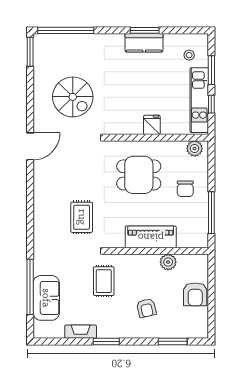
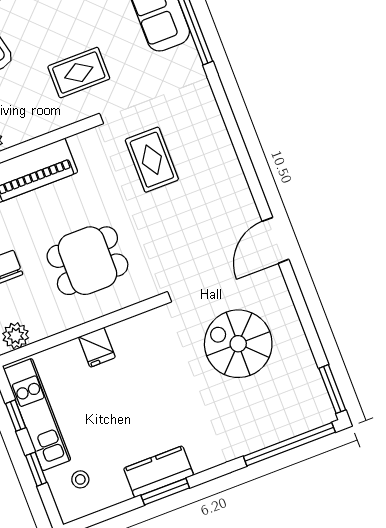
window: (211, 70) -> (36, 469), width x0.67
rug: (104, 281) -> (79, 73), turned 90

